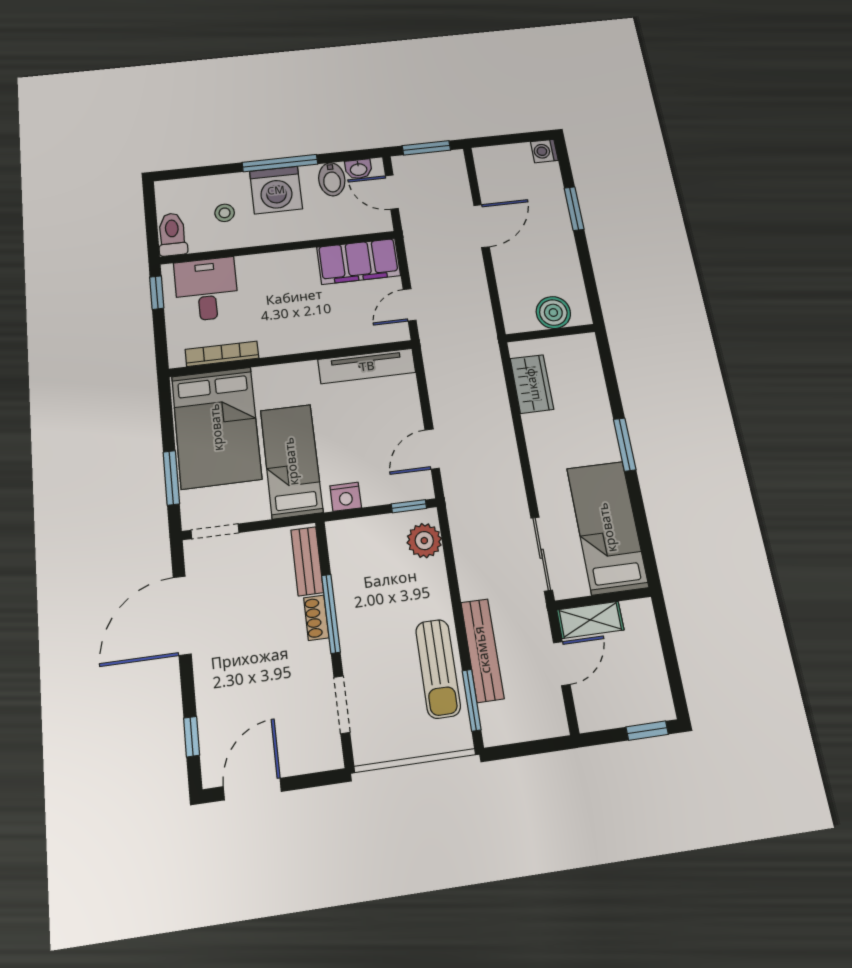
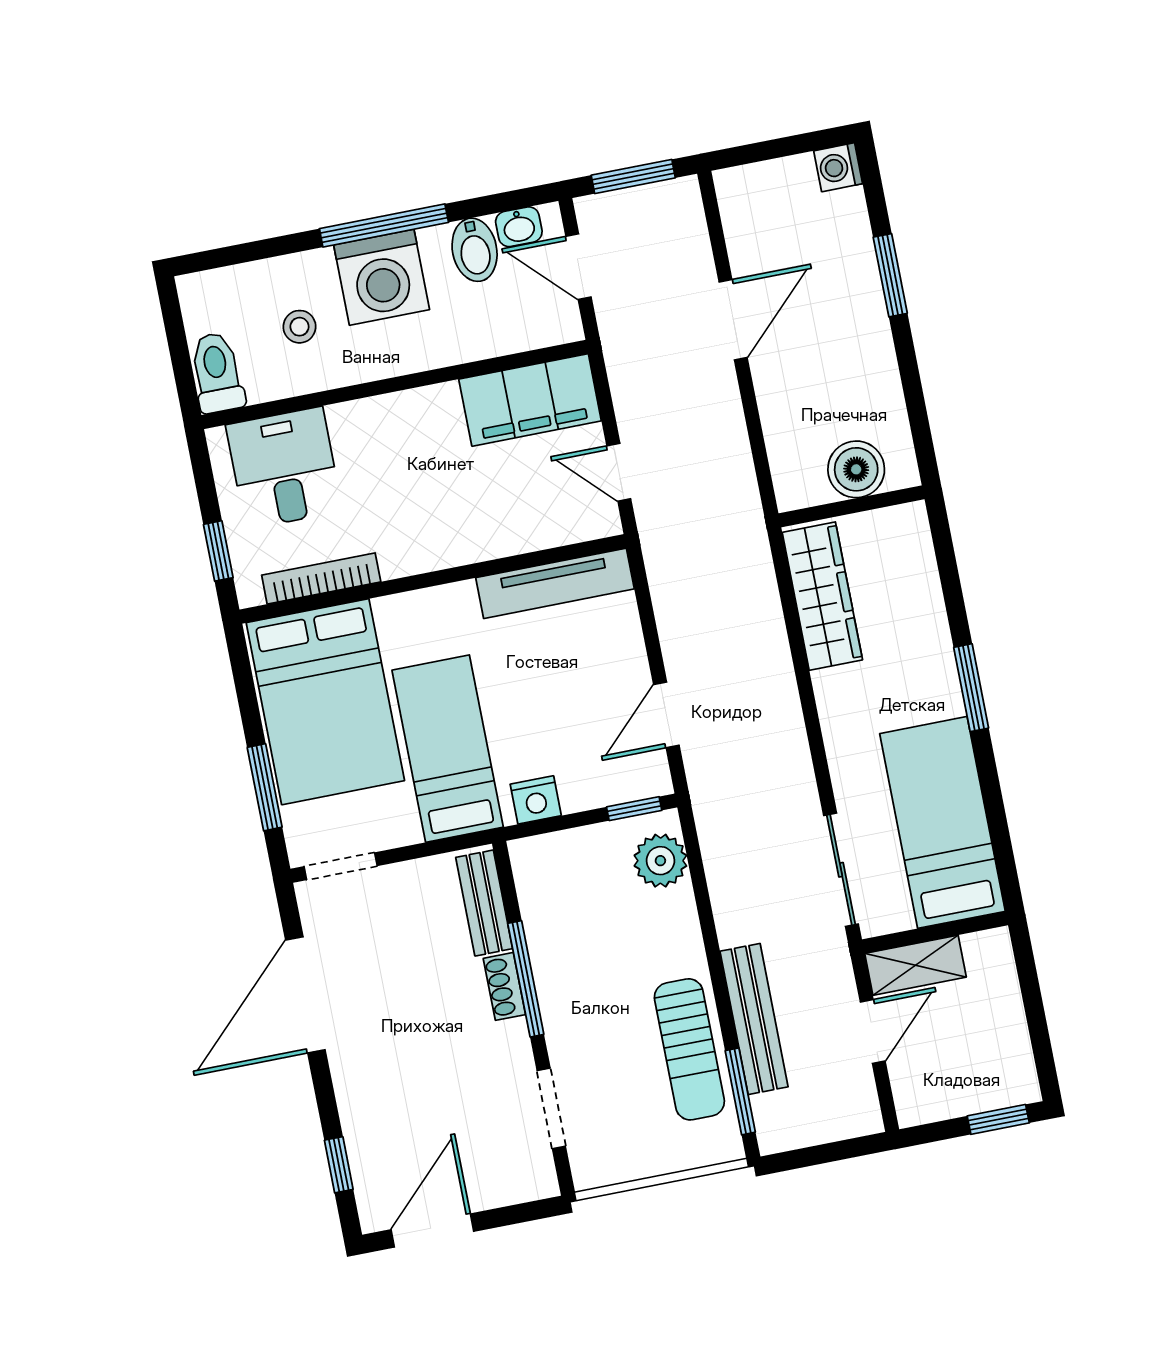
window: (157, 293) -> (218, 551), moved
door: (410, 305) -> (619, 472), hinge flipped
wardrobe: (532, 384) -> (822, 596), width x1.50

